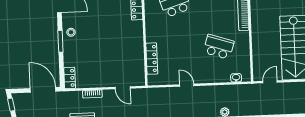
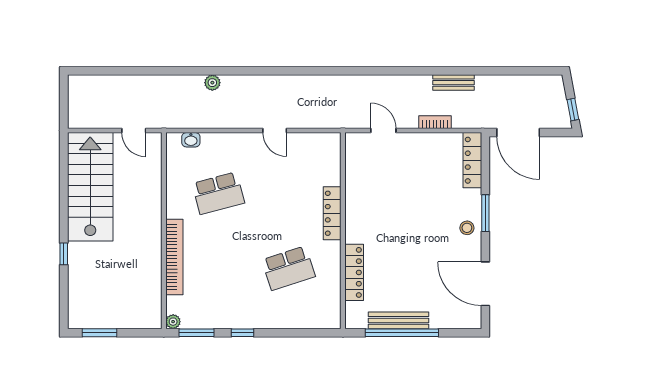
school desk: (219, 47) -> (218, 193), turned -33
locker: (152, 59) -> (332, 213), moved
locker: (70, 78) -> (472, 160), width x1.53
door: (270, 82) -> (134, 131), hinge flipped

